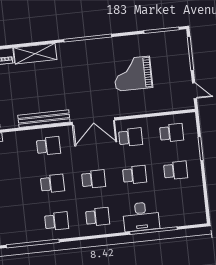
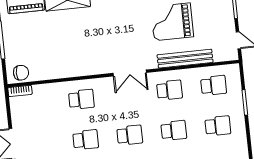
bench: (44, 119) -> (185, 59), moved
double door: (93, 121) -> (130, 73), width x0.73

